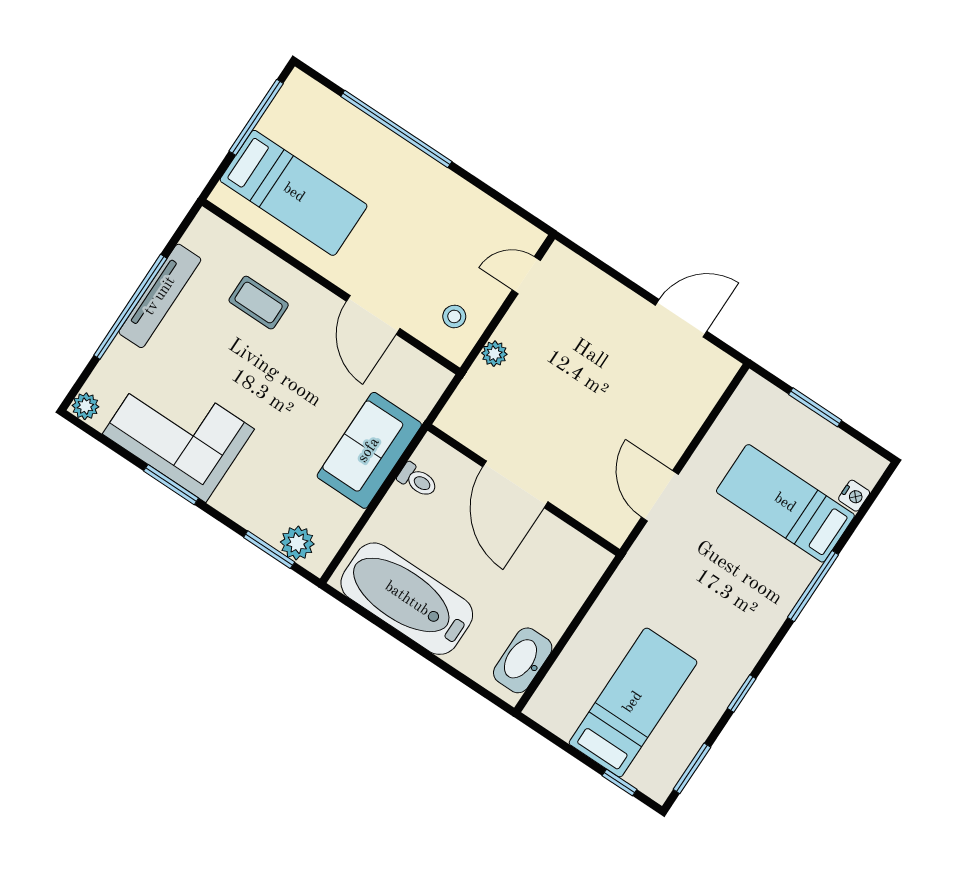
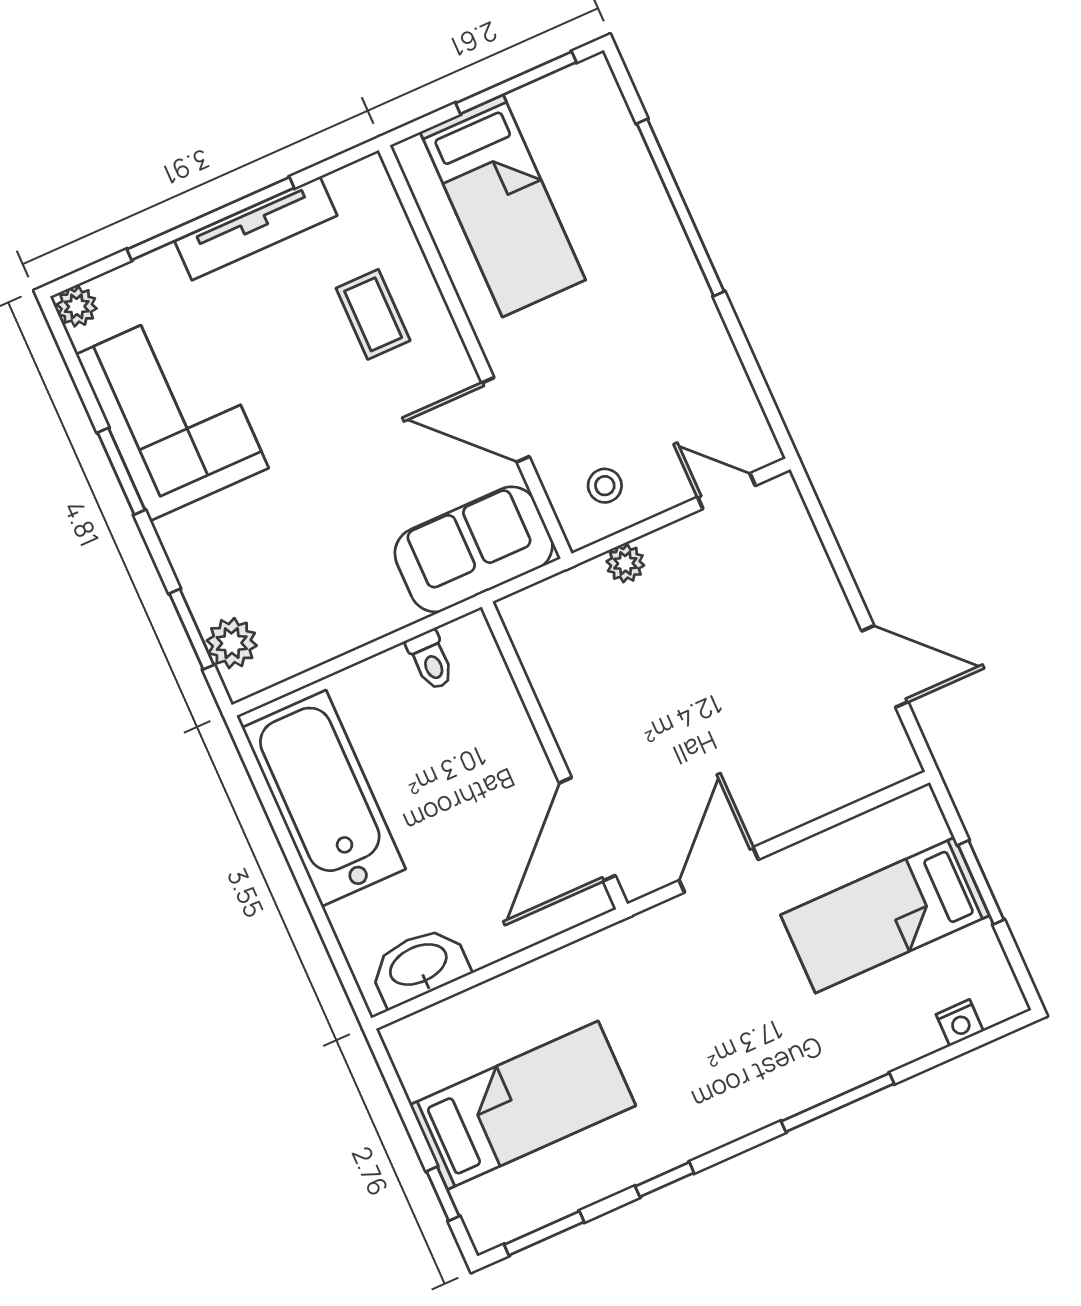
door: (373, 315) -> (505, 420), hinge flipped
sofa: (369, 450) -> (474, 549), moved
door: (515, 484) -> (587, 829), moved
bed: (785, 503) -> (885, 915), moved, turned -90

